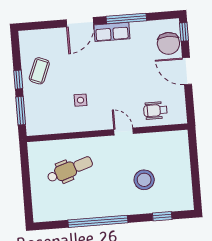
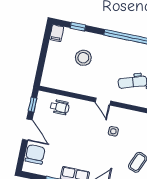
window: (184, 32) -> (33, 105), moved
door: (123, 131) -> (103, 102), moved
filing cabinet: (186, 201) -> (57, 33), added

